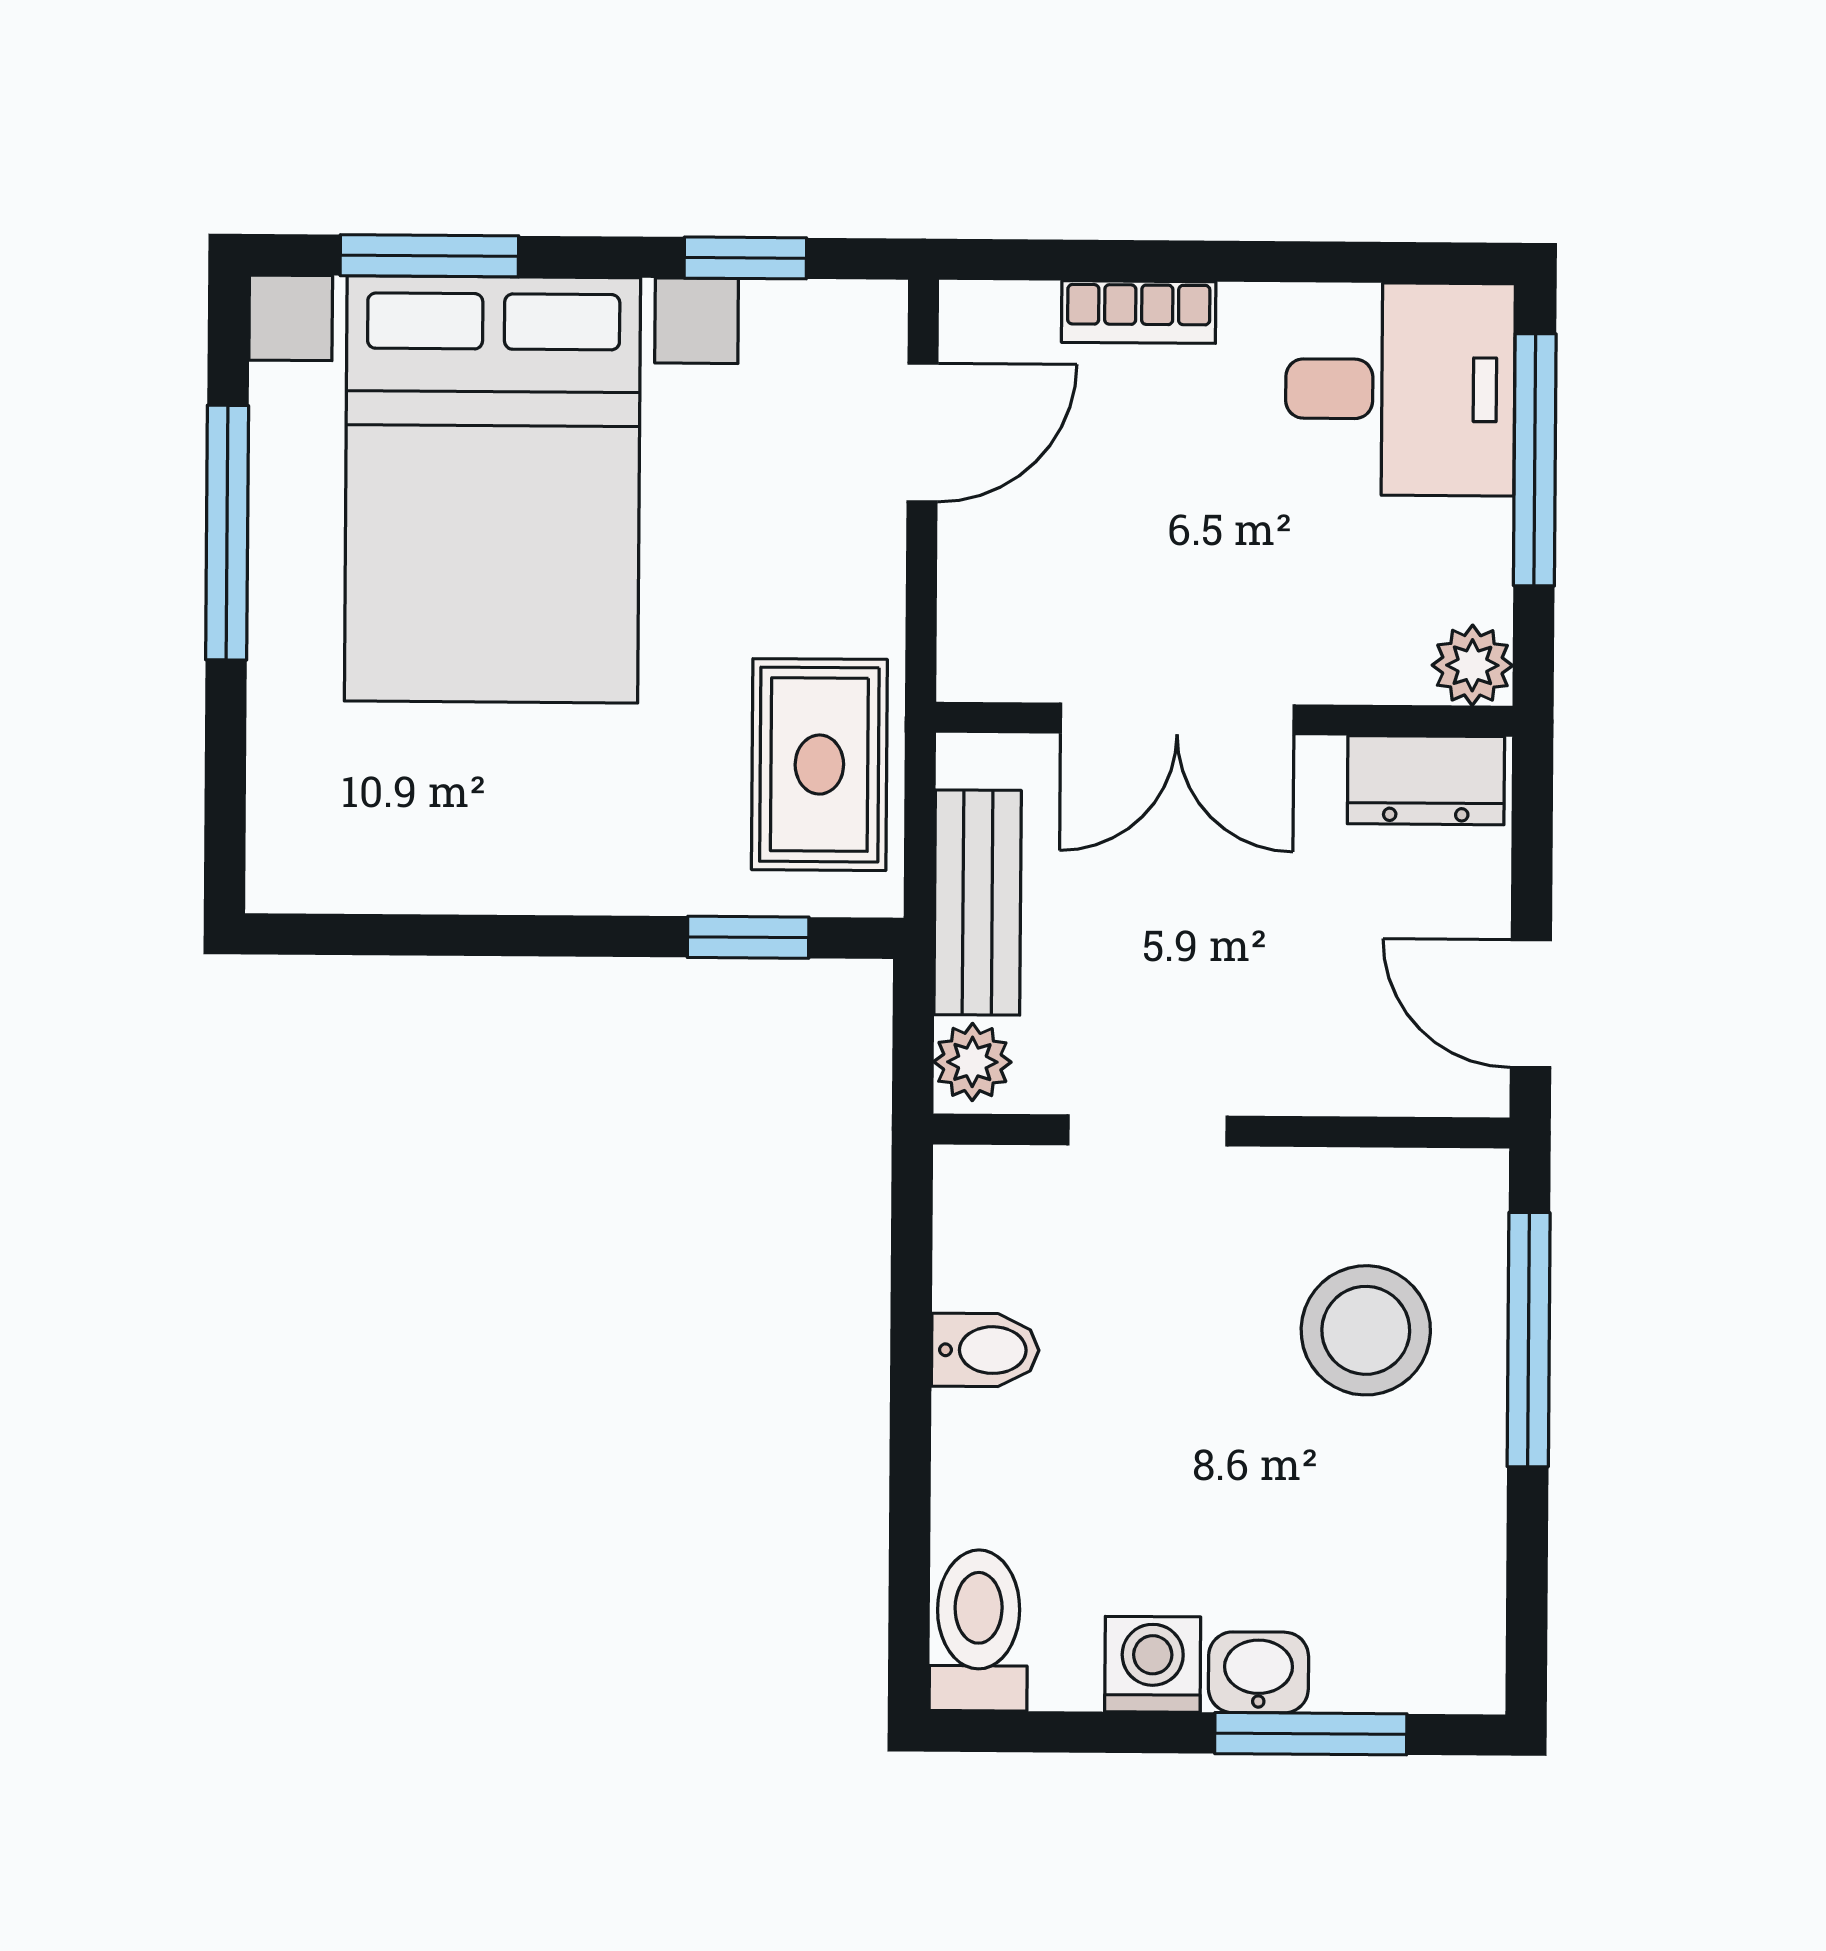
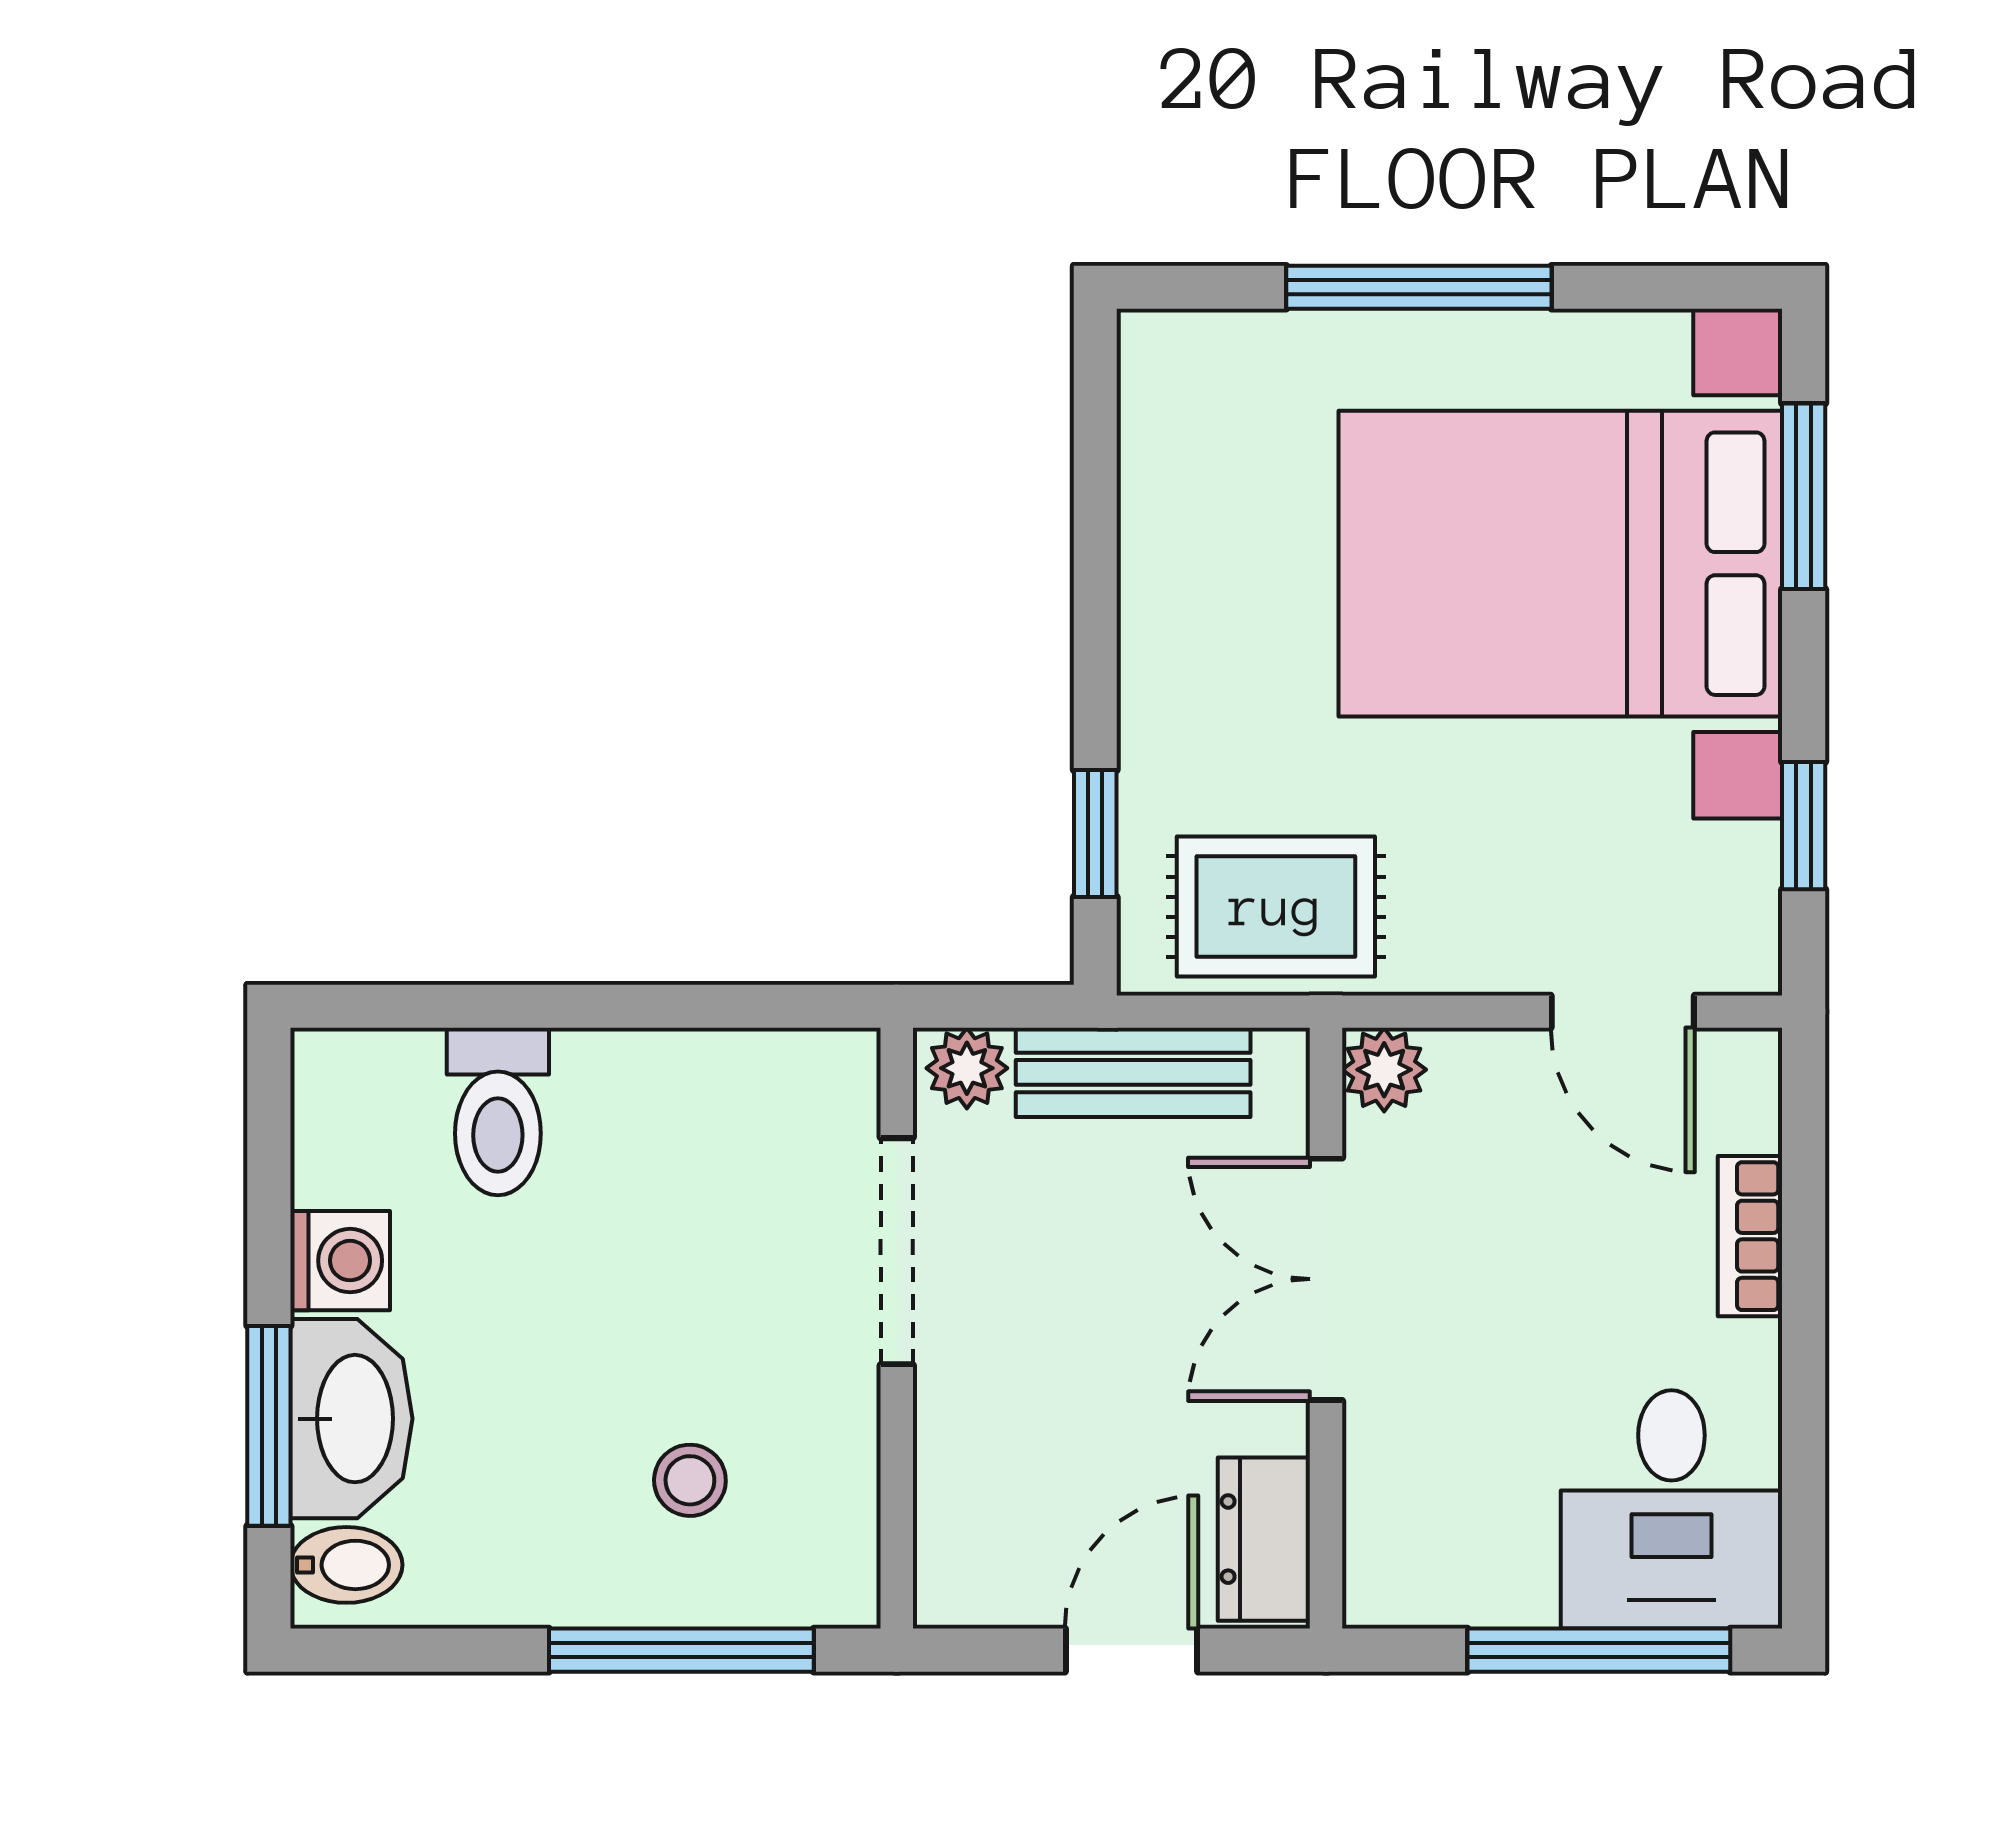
window: (227, 533) -> (1419, 287), moved
plant: (1472, 665) -> (1384, 1070), moved
door: (1531, 1004) -> (1131, 1650), moved
doorway: (1147, 1130) -> (897, 1251), width x1.38
stool: (1366, 1330) -> (690, 1480), width x0.53, depth x0.53
bidet: (985, 1350) -> (346, 1565), moved, turned -90
toilet: (978, 1630) -> (498, 1112), moved, turned 90
washbasin: (1258, 1672) -> (351, 1419), width x1.91, depth x1.45

